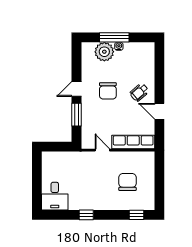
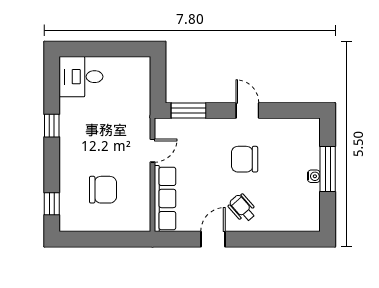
plant: (104, 52) -> (305, 154), removed
window: (77, 115) -> (188, 110), moved

